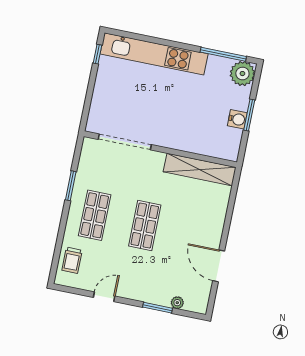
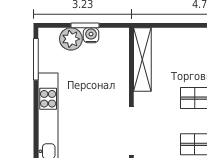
plant: (242, 74) -> (71, 39), moved

